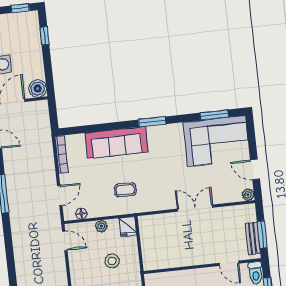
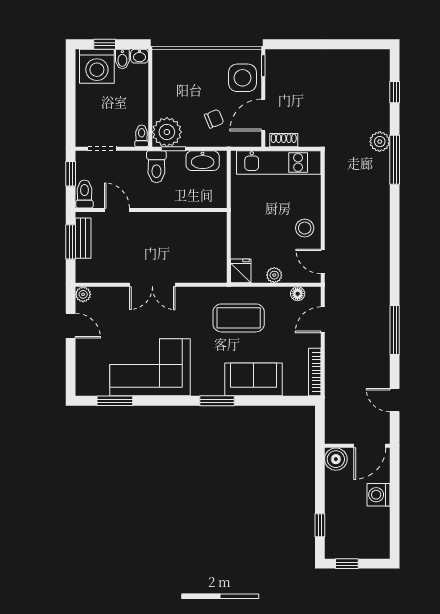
window: (152, 122) -> (217, 401), moved
corner sofa: (217, 141) -> (150, 367), moved
sofa: (116, 142) -> (253, 379), width x0.73
coffee table: (125, 190) -> (239, 318), width x1.86, depth x1.72
stool: (112, 261) -> (305, 228), moved

